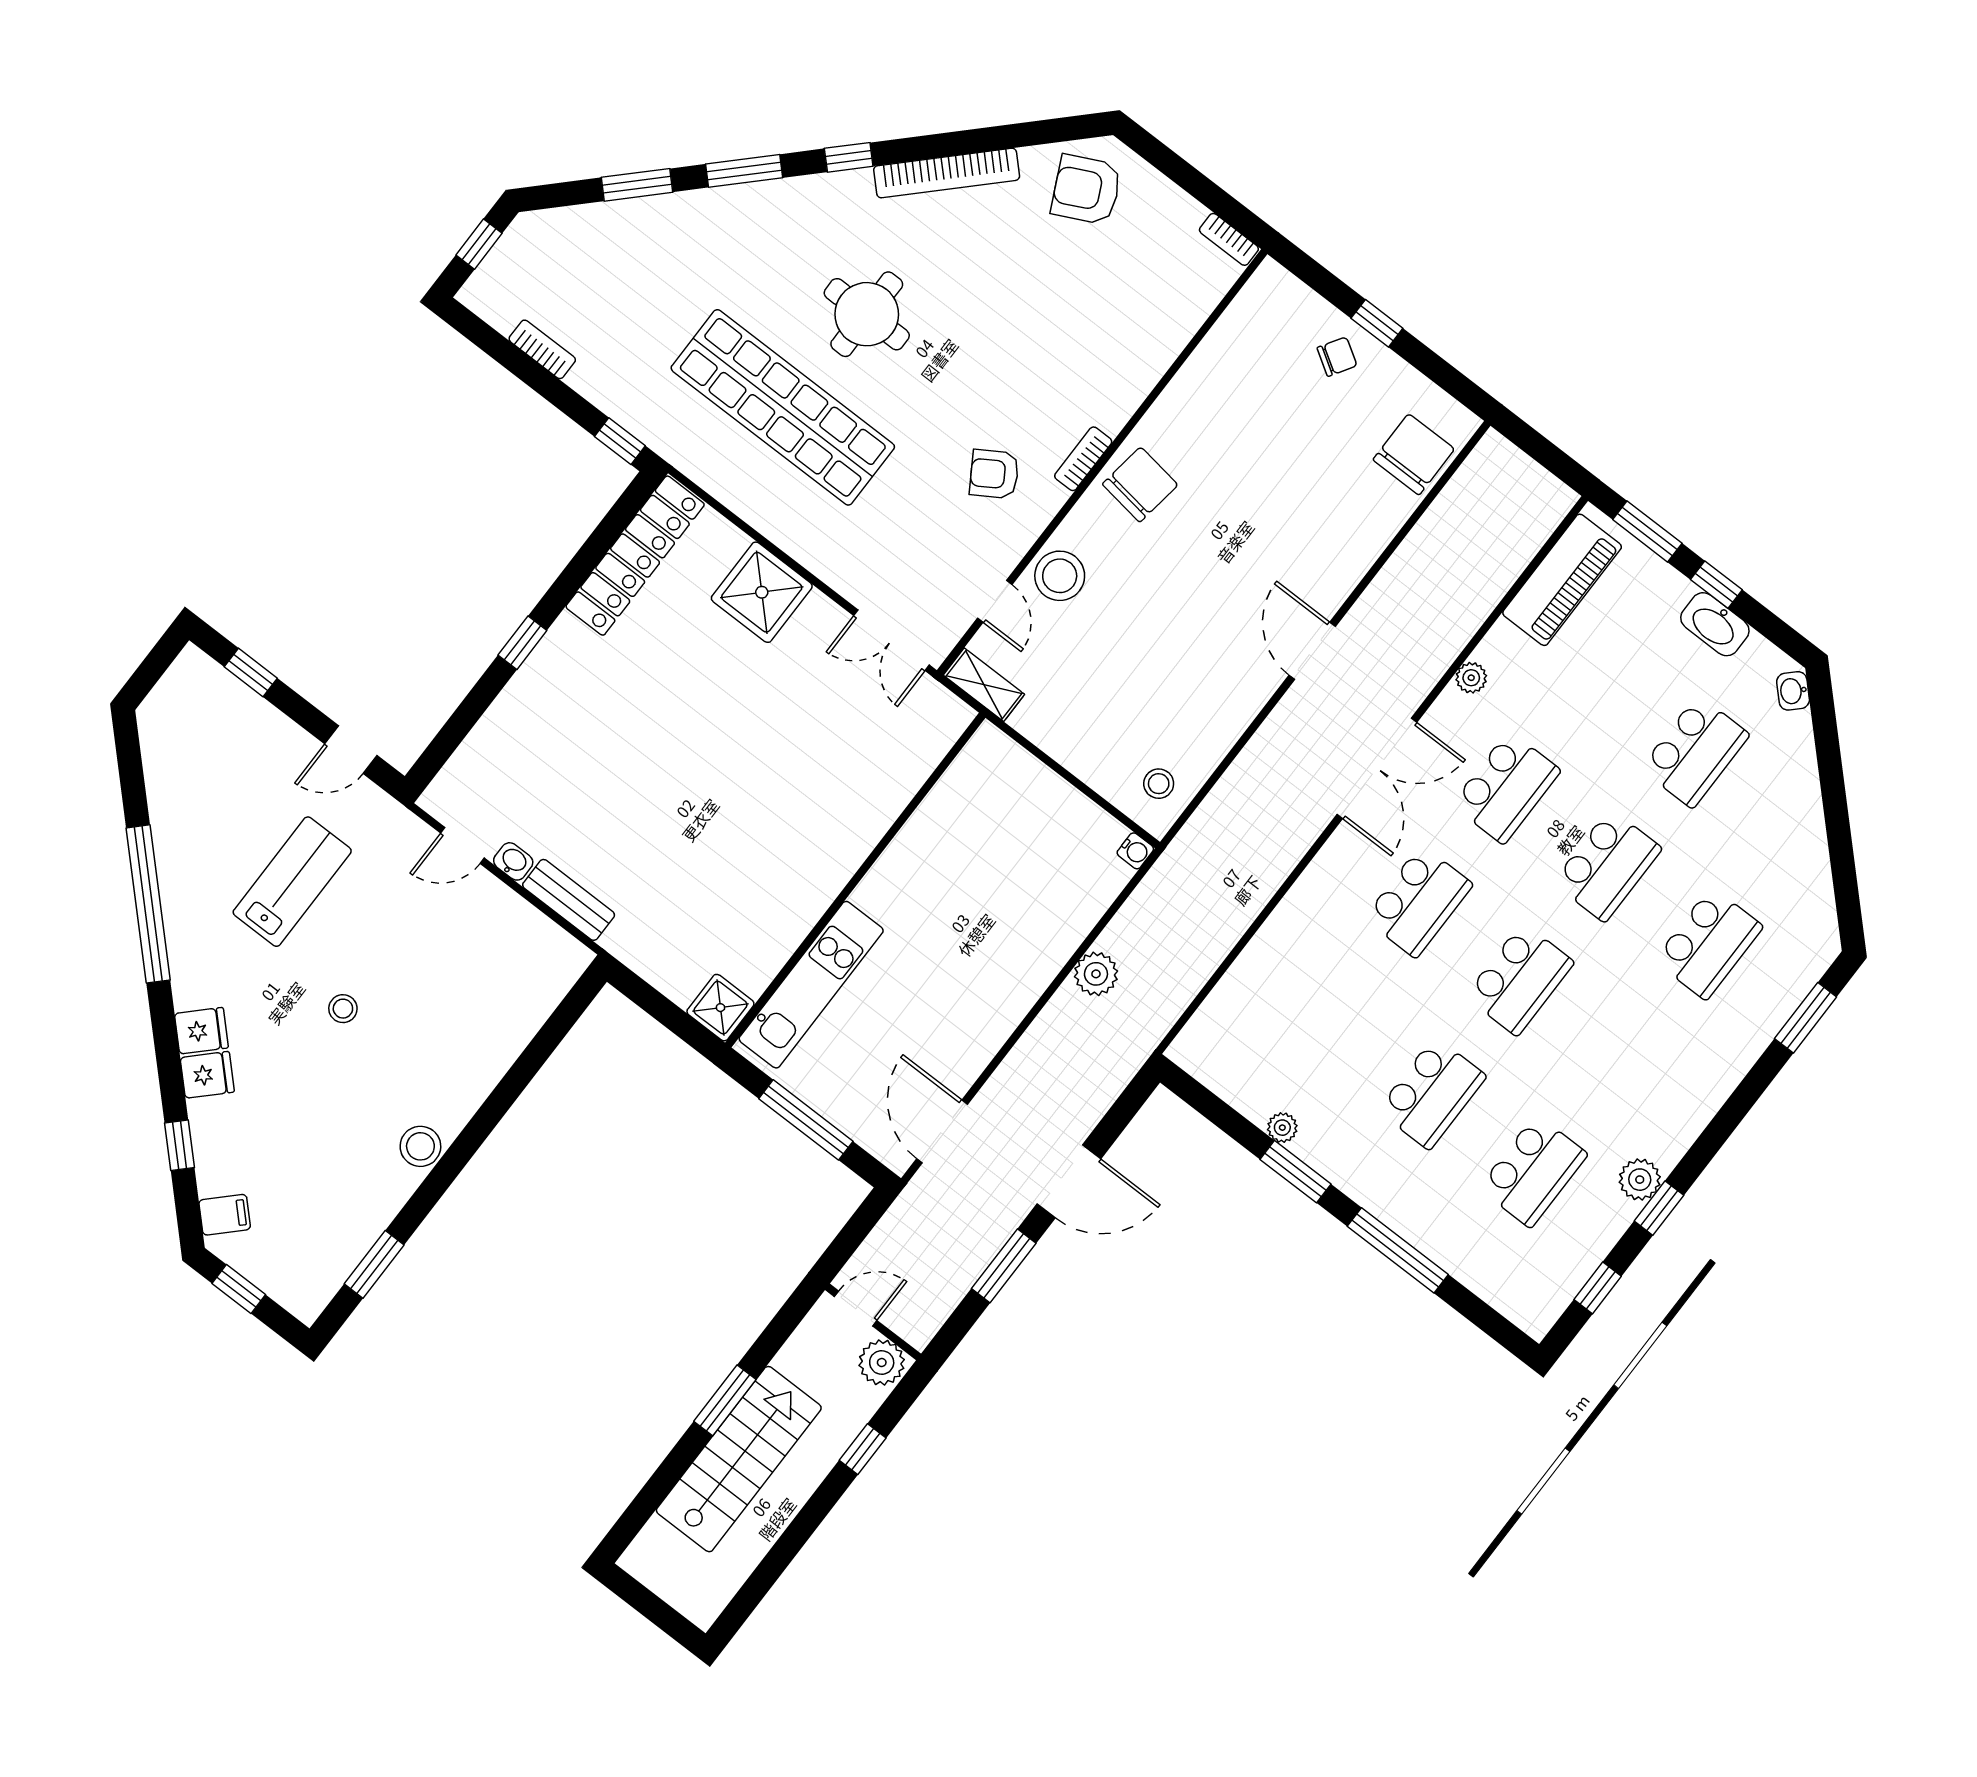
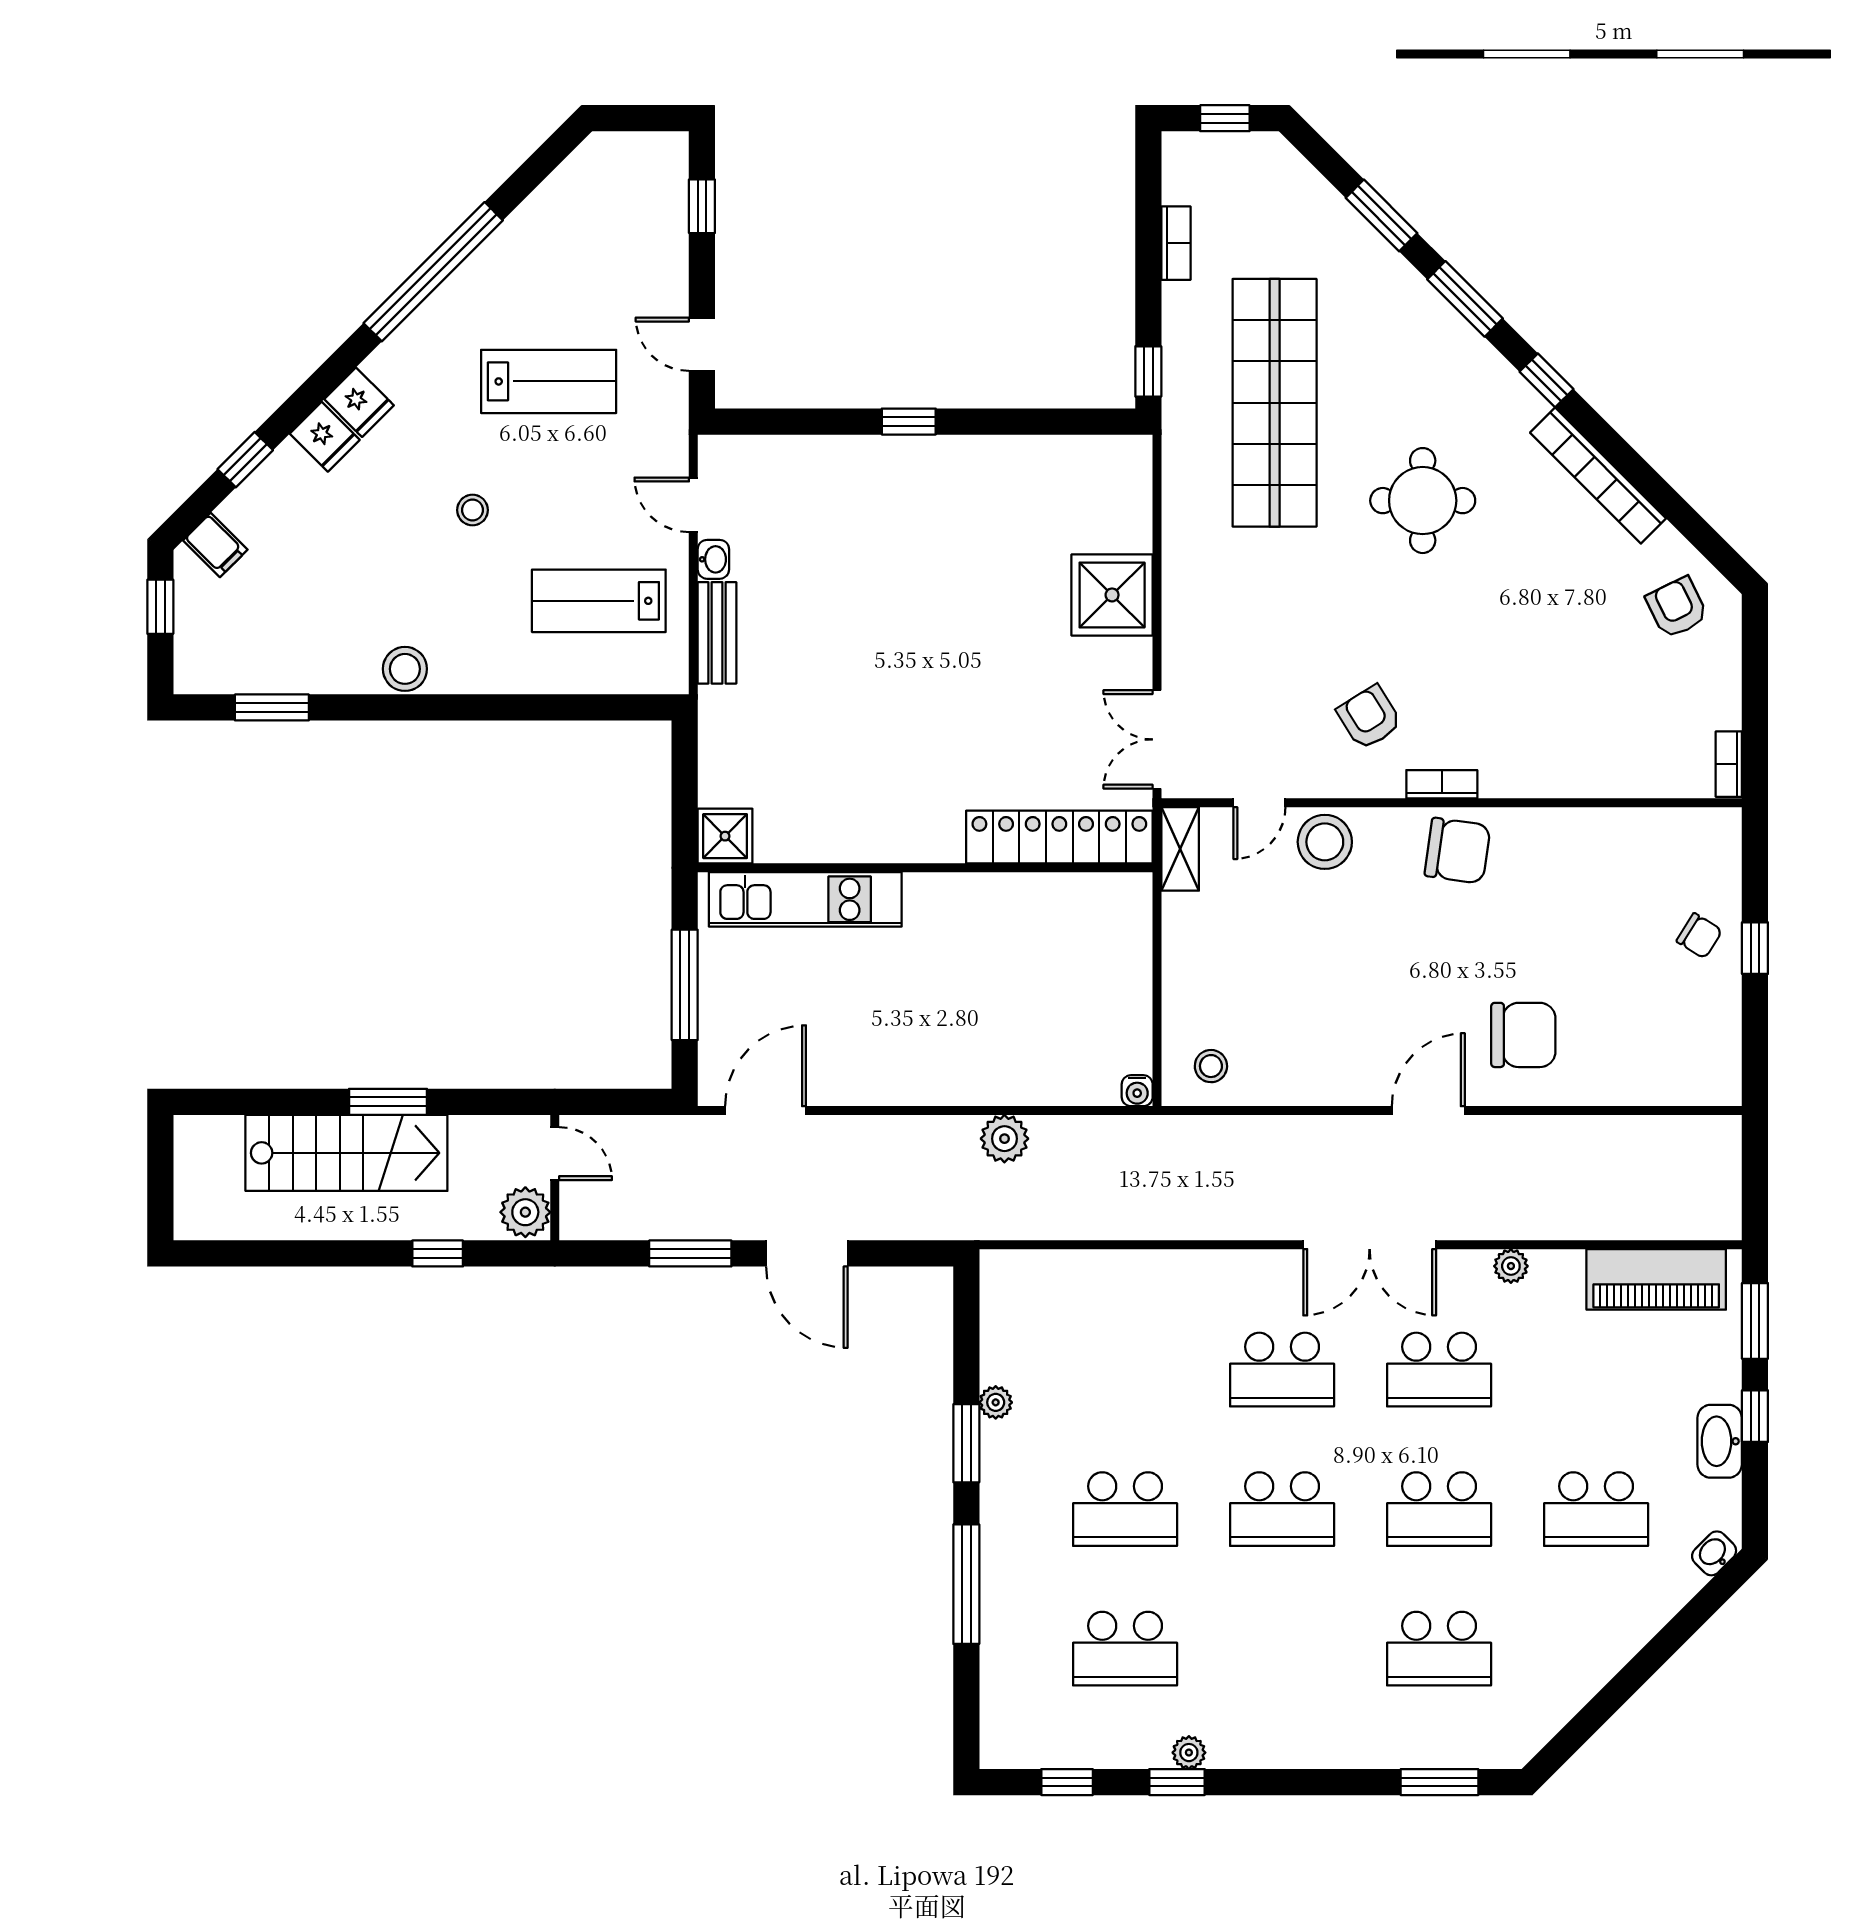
armchair: (1086, 190) -> (1677, 608), width x0.72, depth x0.72
shop shelf: (783, 407) -> (1275, 403), moved
chair: (1414, 454) -> (1523, 1035), moved
locker: (635, 556) -> (1059, 837), moved, turned 180
lab bench: (479, 968) -> (599, 601), added
plant: (1640, 1180) -> (1189, 1753), width x0.73, depth x0.73

